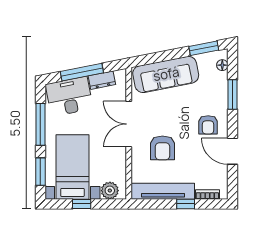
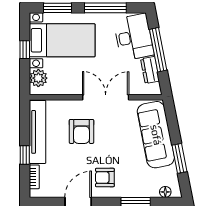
window: (204, 48) -> (179, 158), moved
armchair: (162, 148) -> (81, 131), turned -90

